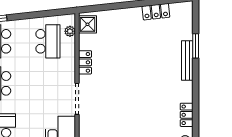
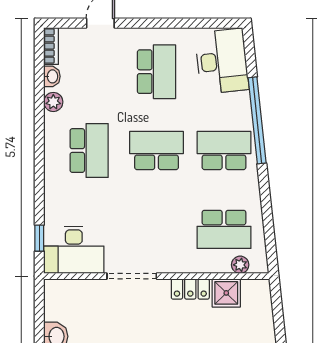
shower: (87, 24) -> (226, 293), moved

